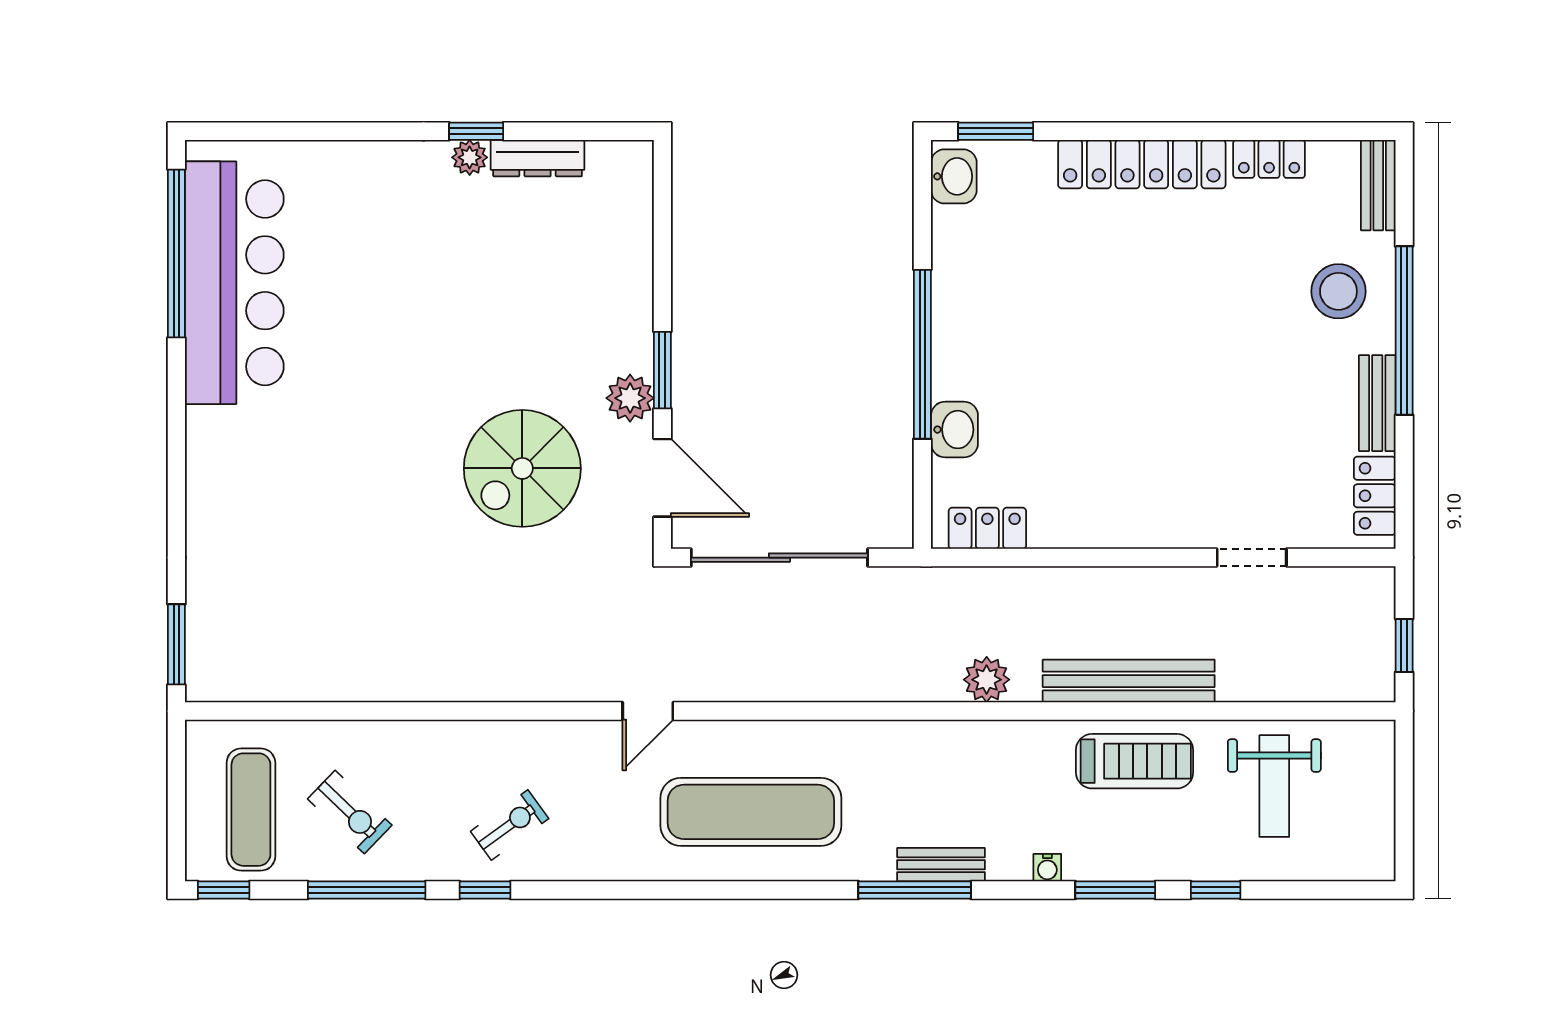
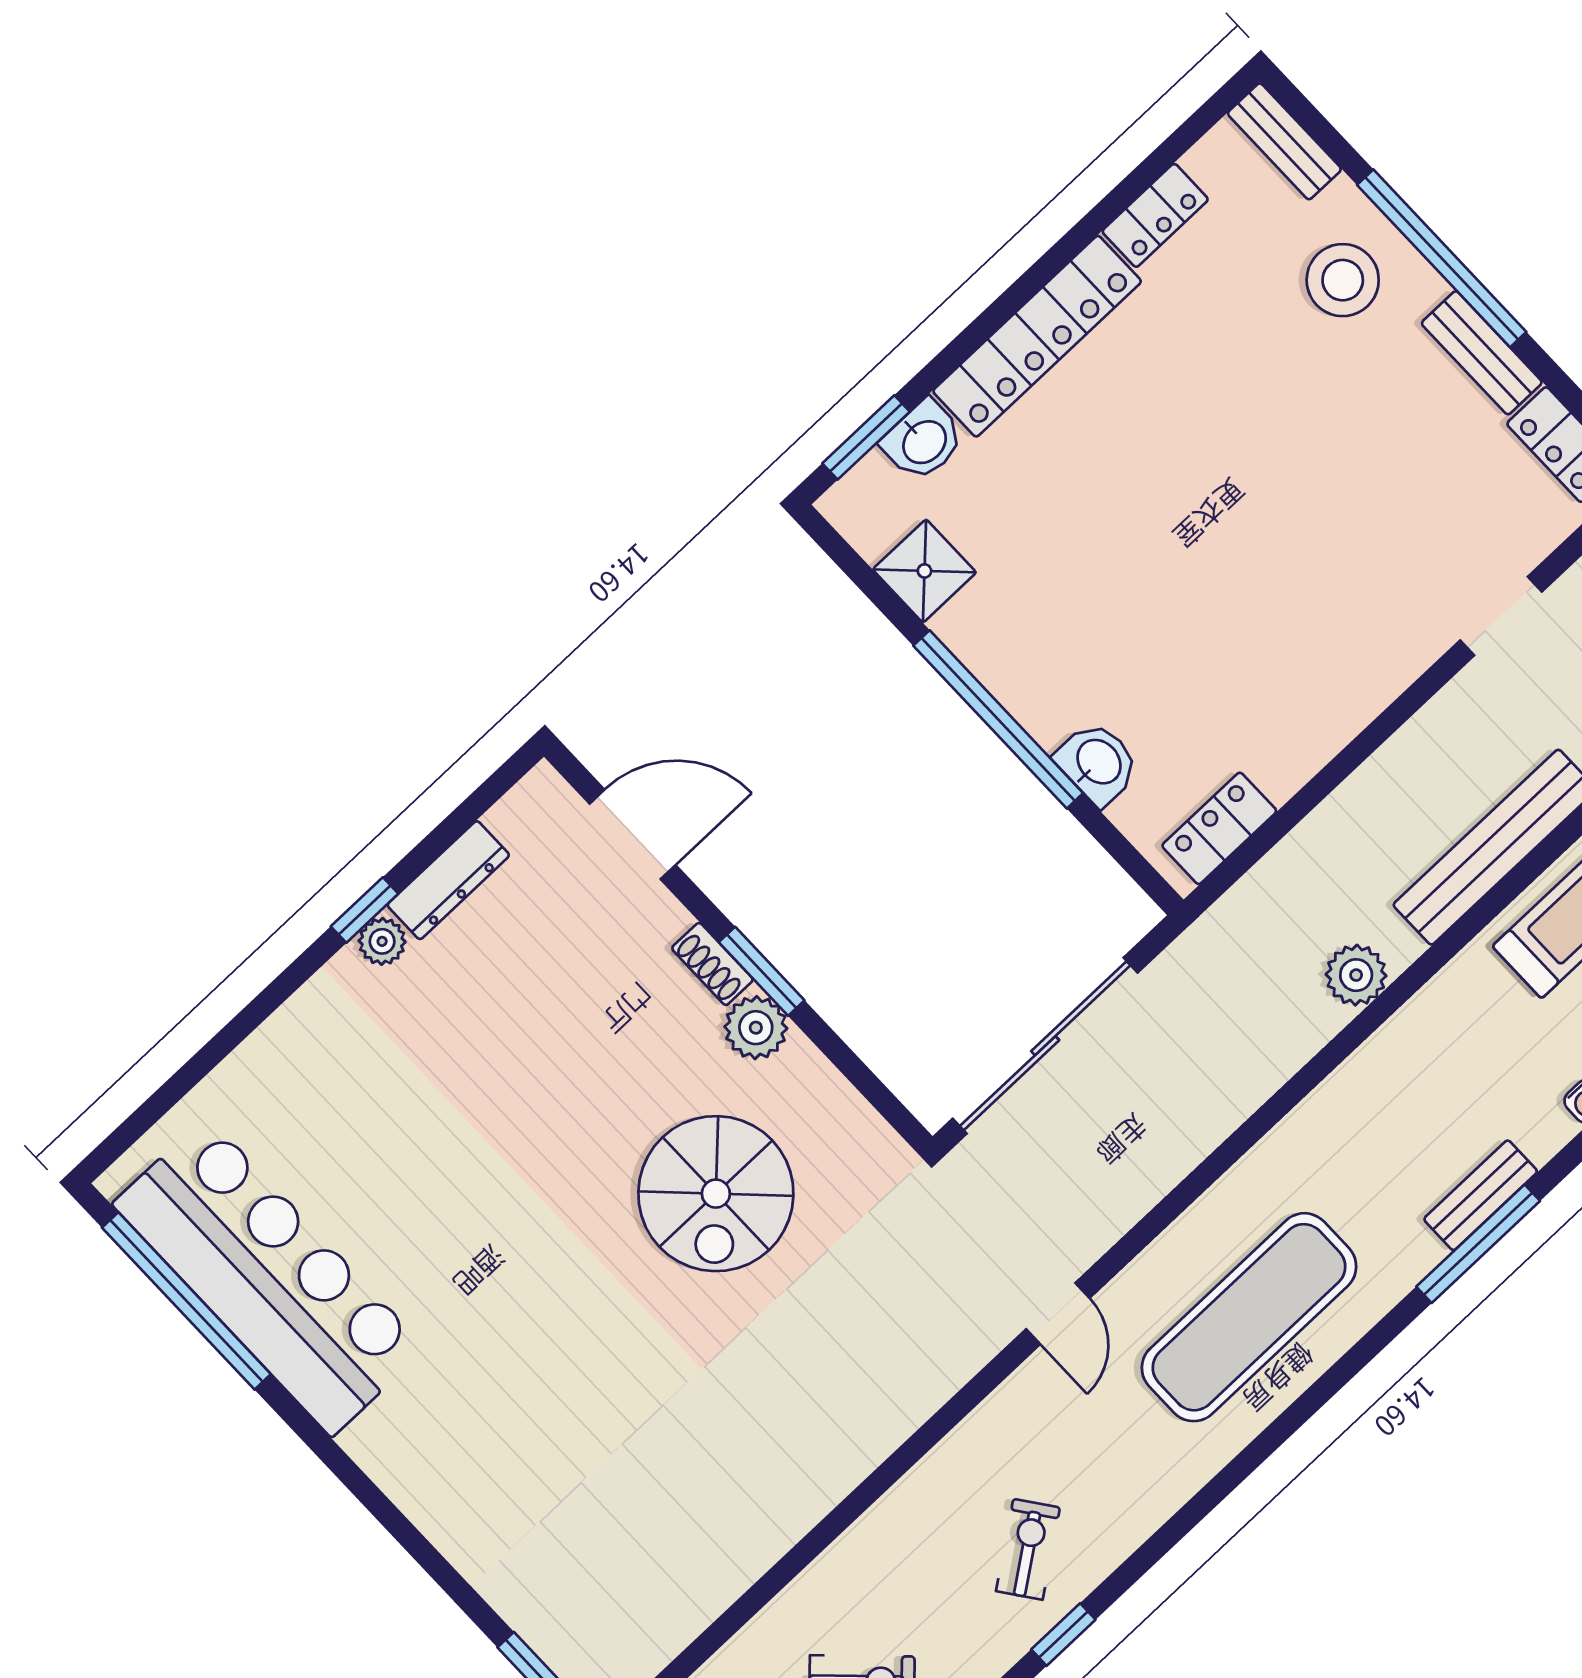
washbasin: (954, 176) -> (923, 441), moved, turned 90
shower: (959, 235) -> (924, 571), added
shoe rack: (639, 341) -> (712, 964), added
door: (662, 478) -> (633, 834), moved

